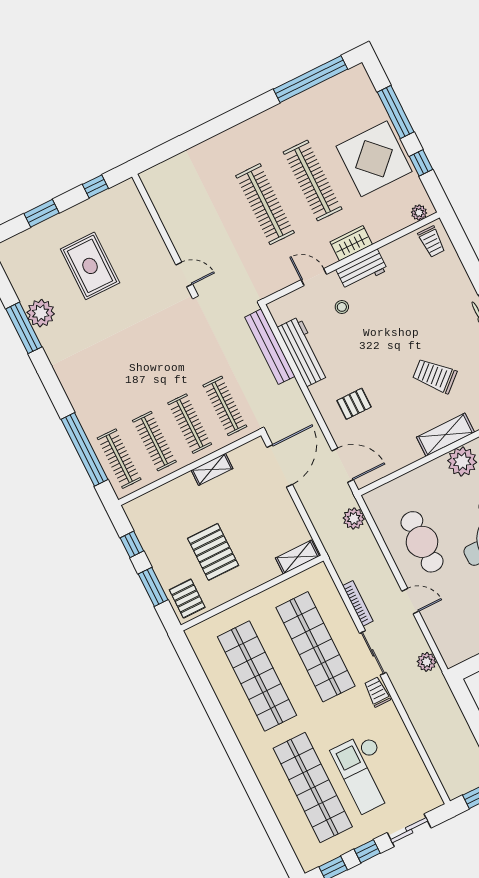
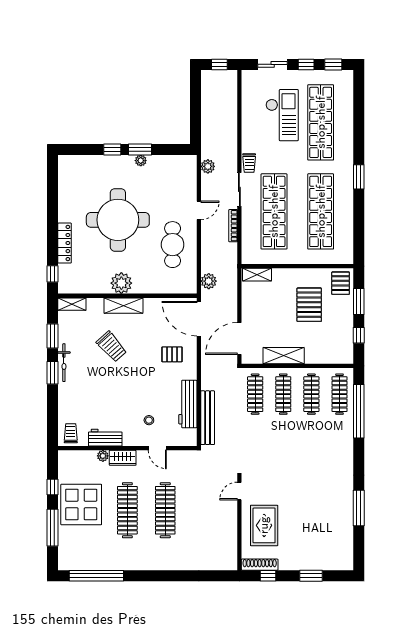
shoe rack: (113, 195) -> (260, 565), added
plant: (419, 213) -> (103, 456), moved
rug: (90, 266) -> (264, 525), moved
workbench: (362, 270) -> (105, 438), moved
door: (184, 274) -> (239, 491), hinge flipped
plant: (41, 313) -> (343, 512), removed
door: (343, 465) -> (199, 319), width x1.36
shelving: (212, 469) -> (284, 356), width x1.50, depth x1.33
door: (410, 601) -> (199, 210), swing flipped
window: (231, 743) -> (359, 177), added

